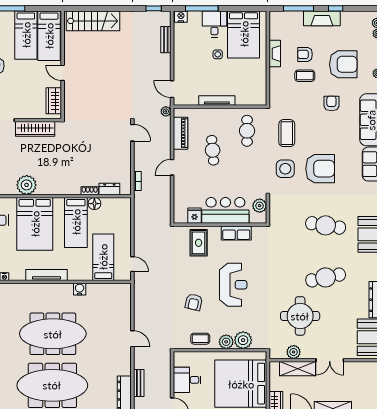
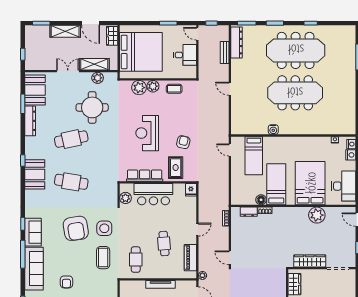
armchair: (320, 169) -> (76, 228), turned -99
fridge: (194, 216) -> (191, 190), moved
row of seats: (236, 233) -> (145, 176), width x1.48
tv unit: (47, 275) -> (300, 141), removed
armchair: (194, 302) -> (183, 142), moved

